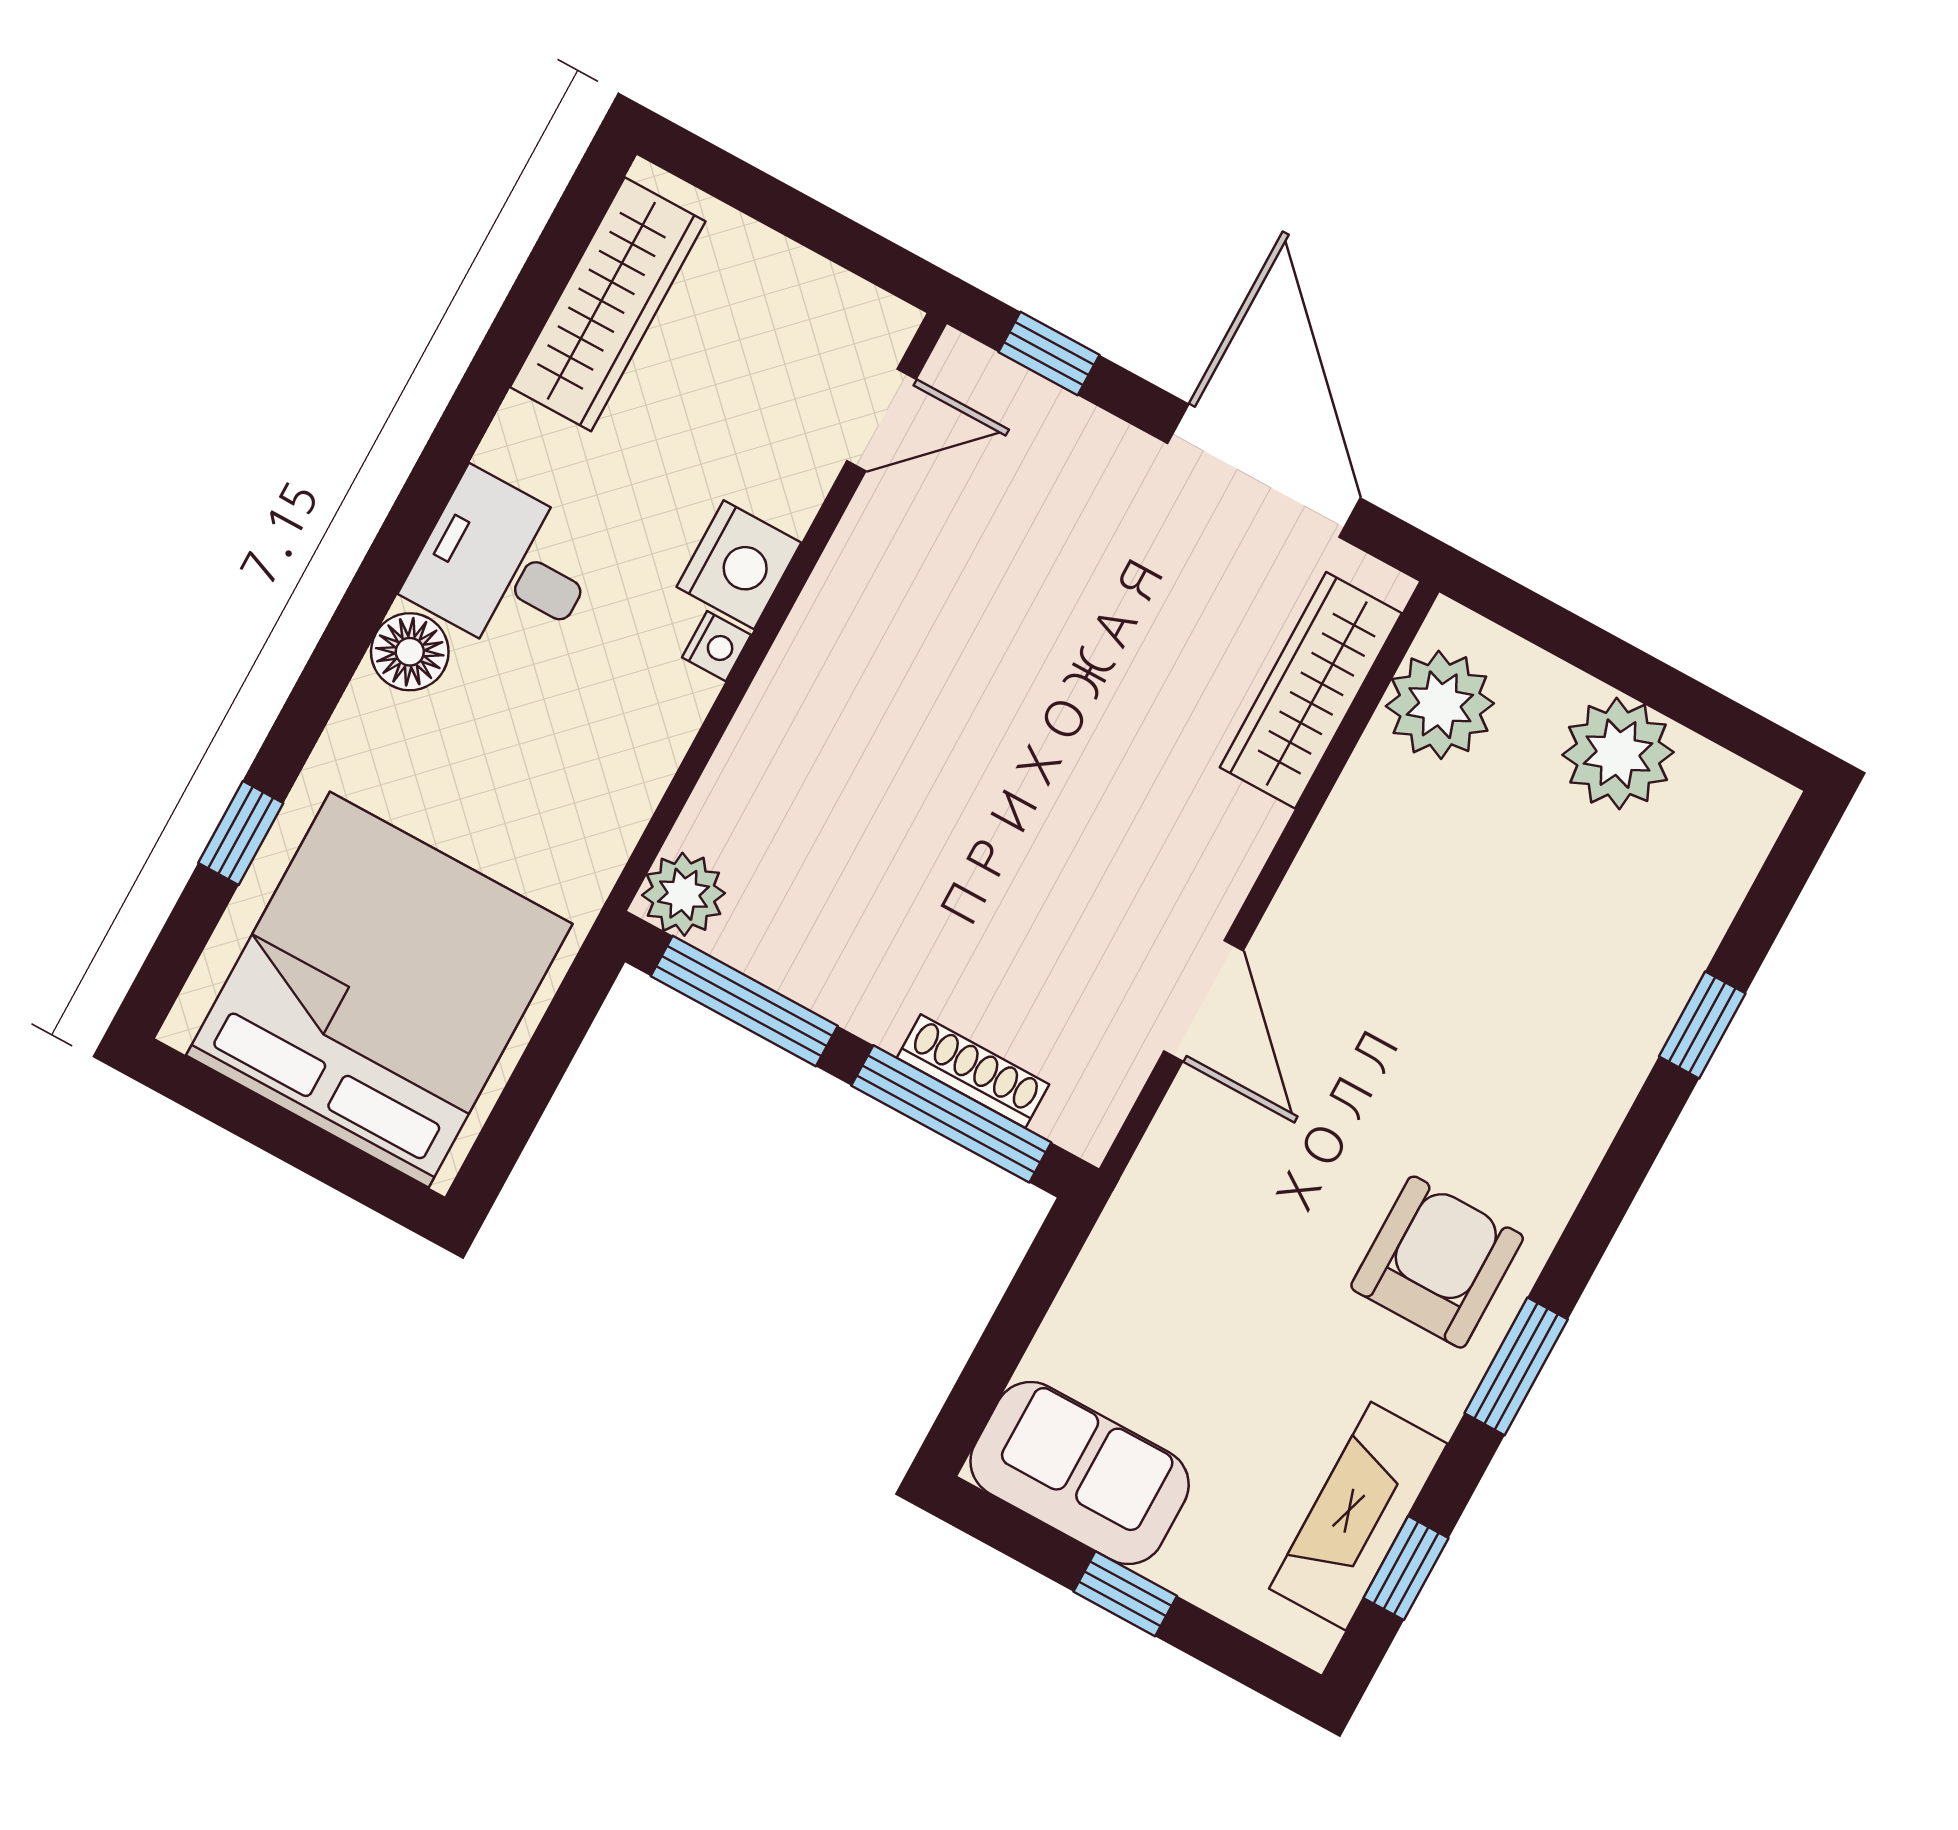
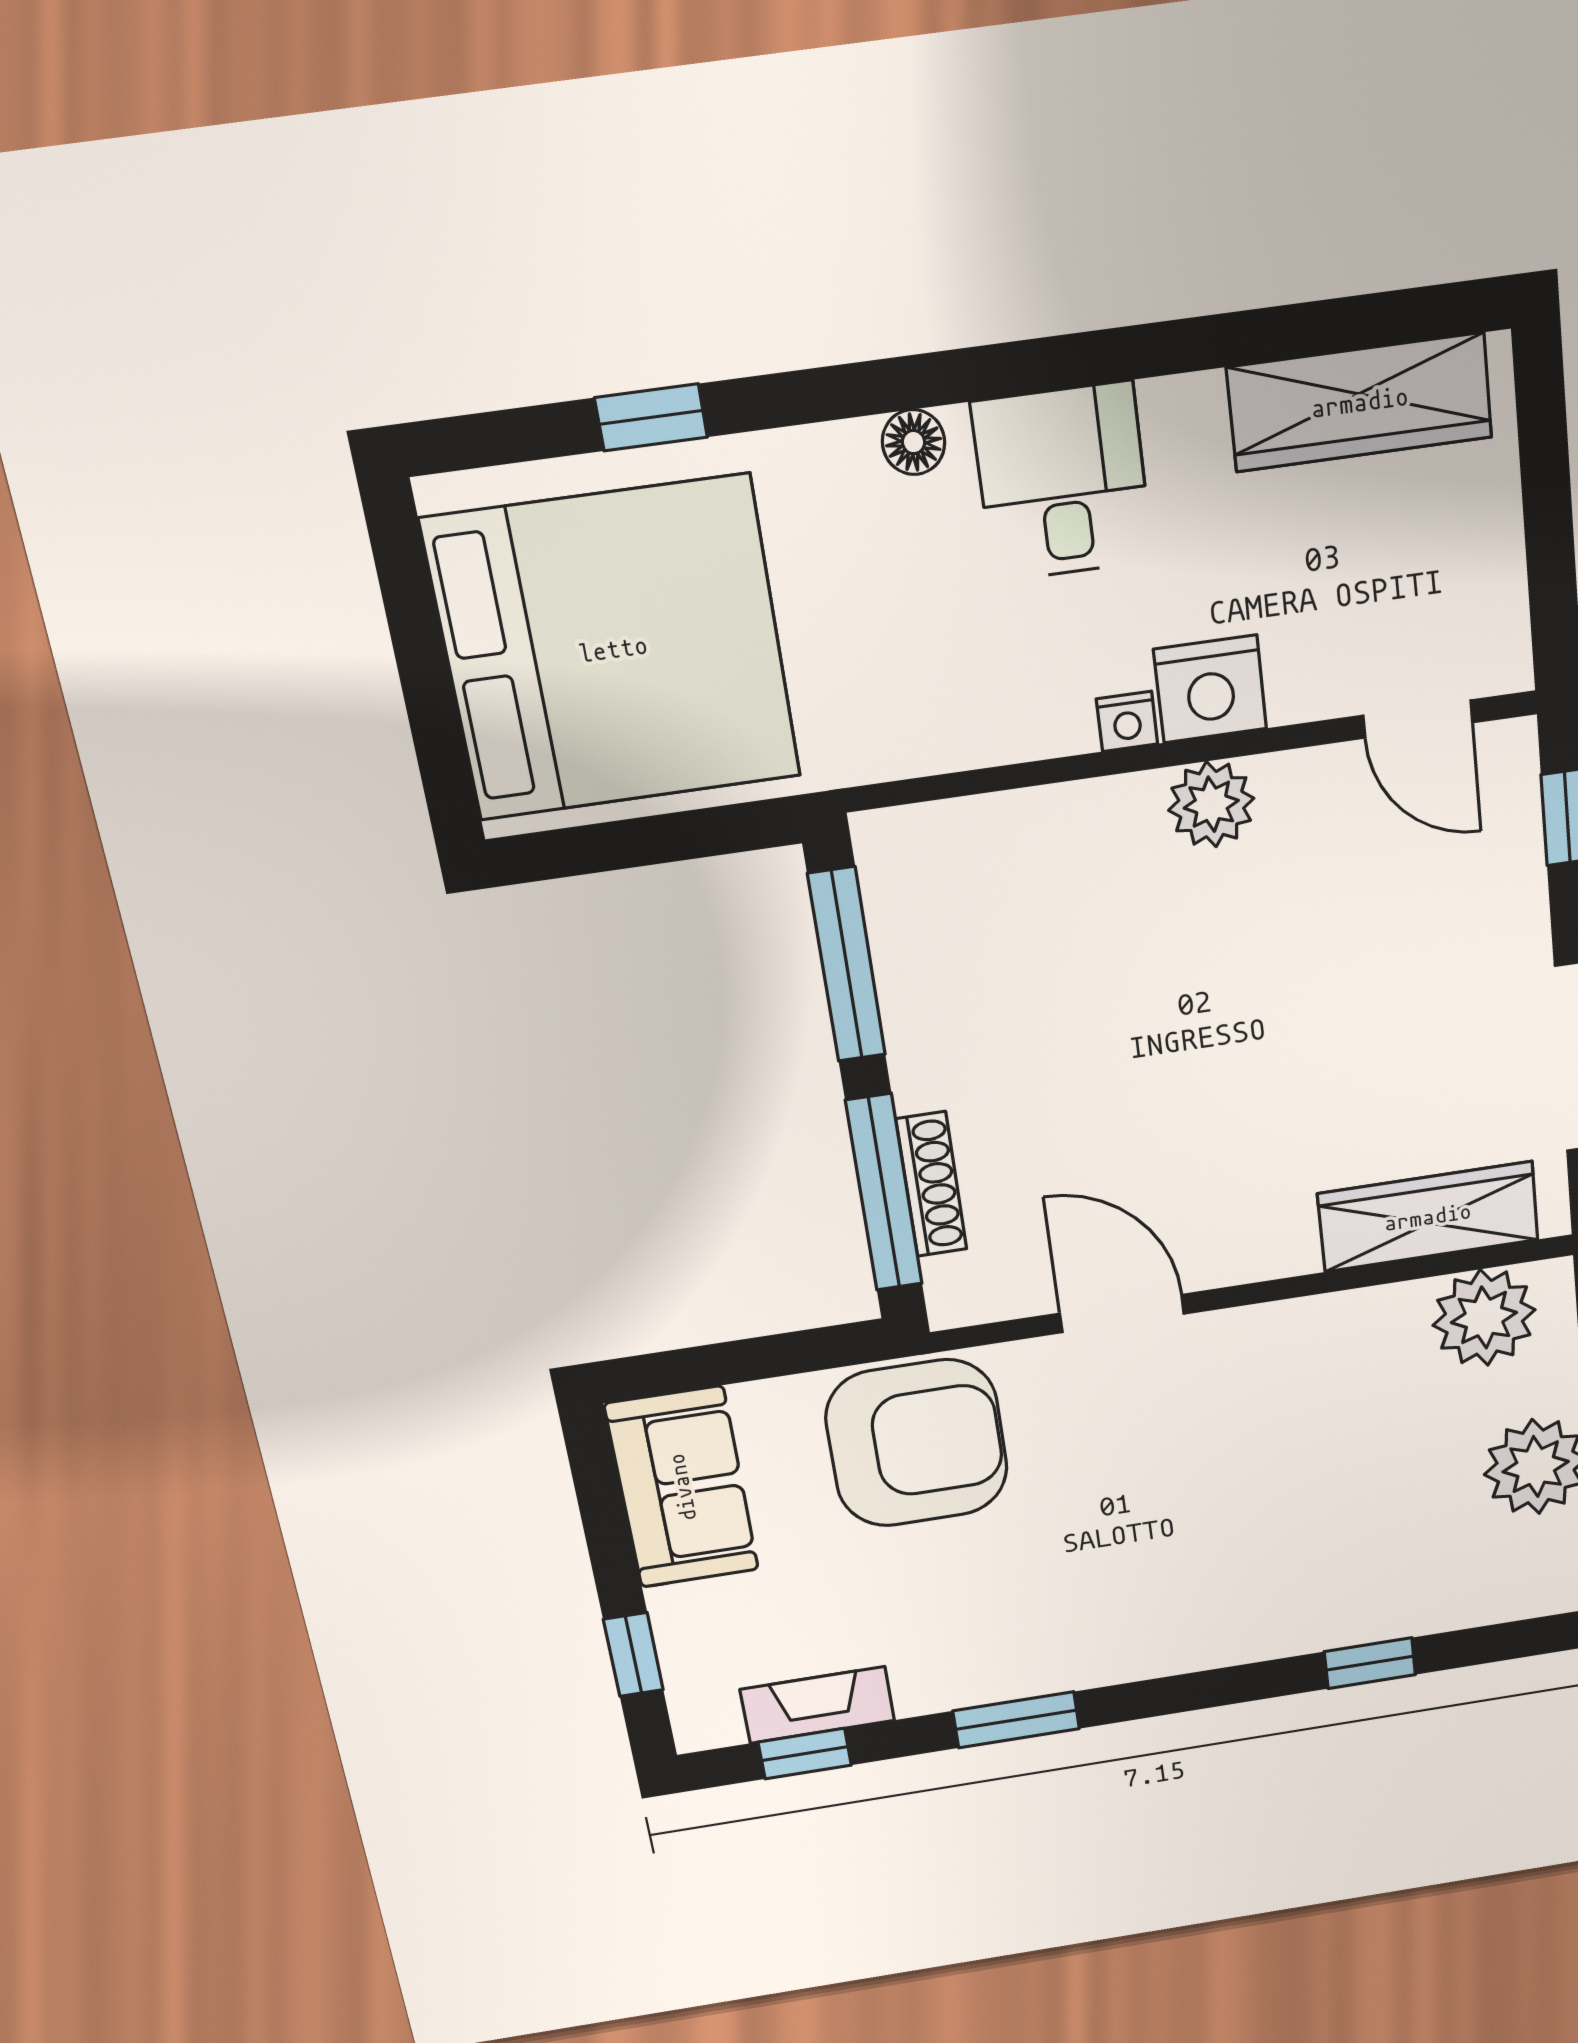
floor lamp: (410, 652) -> (914, 442), width x0.73, depth x0.73
plant: (683, 894) -> (1211, 804), moved
door: (1203, 1001) -> (1122, 1314), swing flipped
armchair: (1437, 1262) -> (917, 1443), moved, width x1.36, depth x1.36
fireplace: (1358, 1516) -> (817, 1705), width x0.73, depth x0.76
window: (1125, 1594) -> (633, 1655), moved

